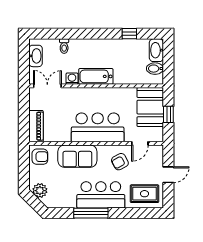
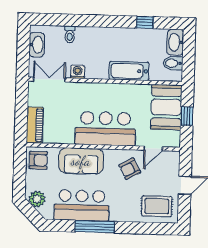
bathtub: (96, 76) -> (129, 71), moved
bar counter: (101, 195) -> (82, 205), moved

